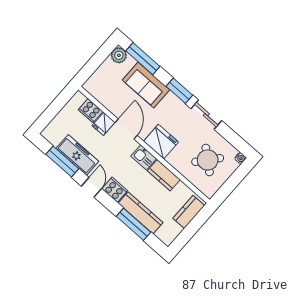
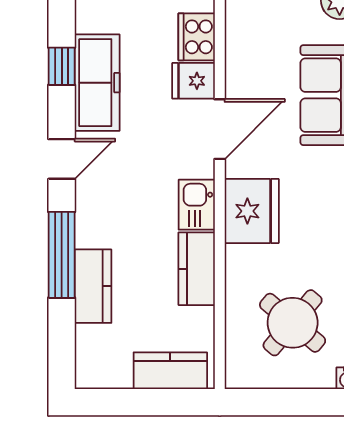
window: (62, 161) -> (62, 66), width x0.46
cooker: (115, 190) -> (94, 204), removed
kitchen counter: (141, 213) -> (93, 286), width x0.67
window: (134, 224) -> (62, 255), moved

